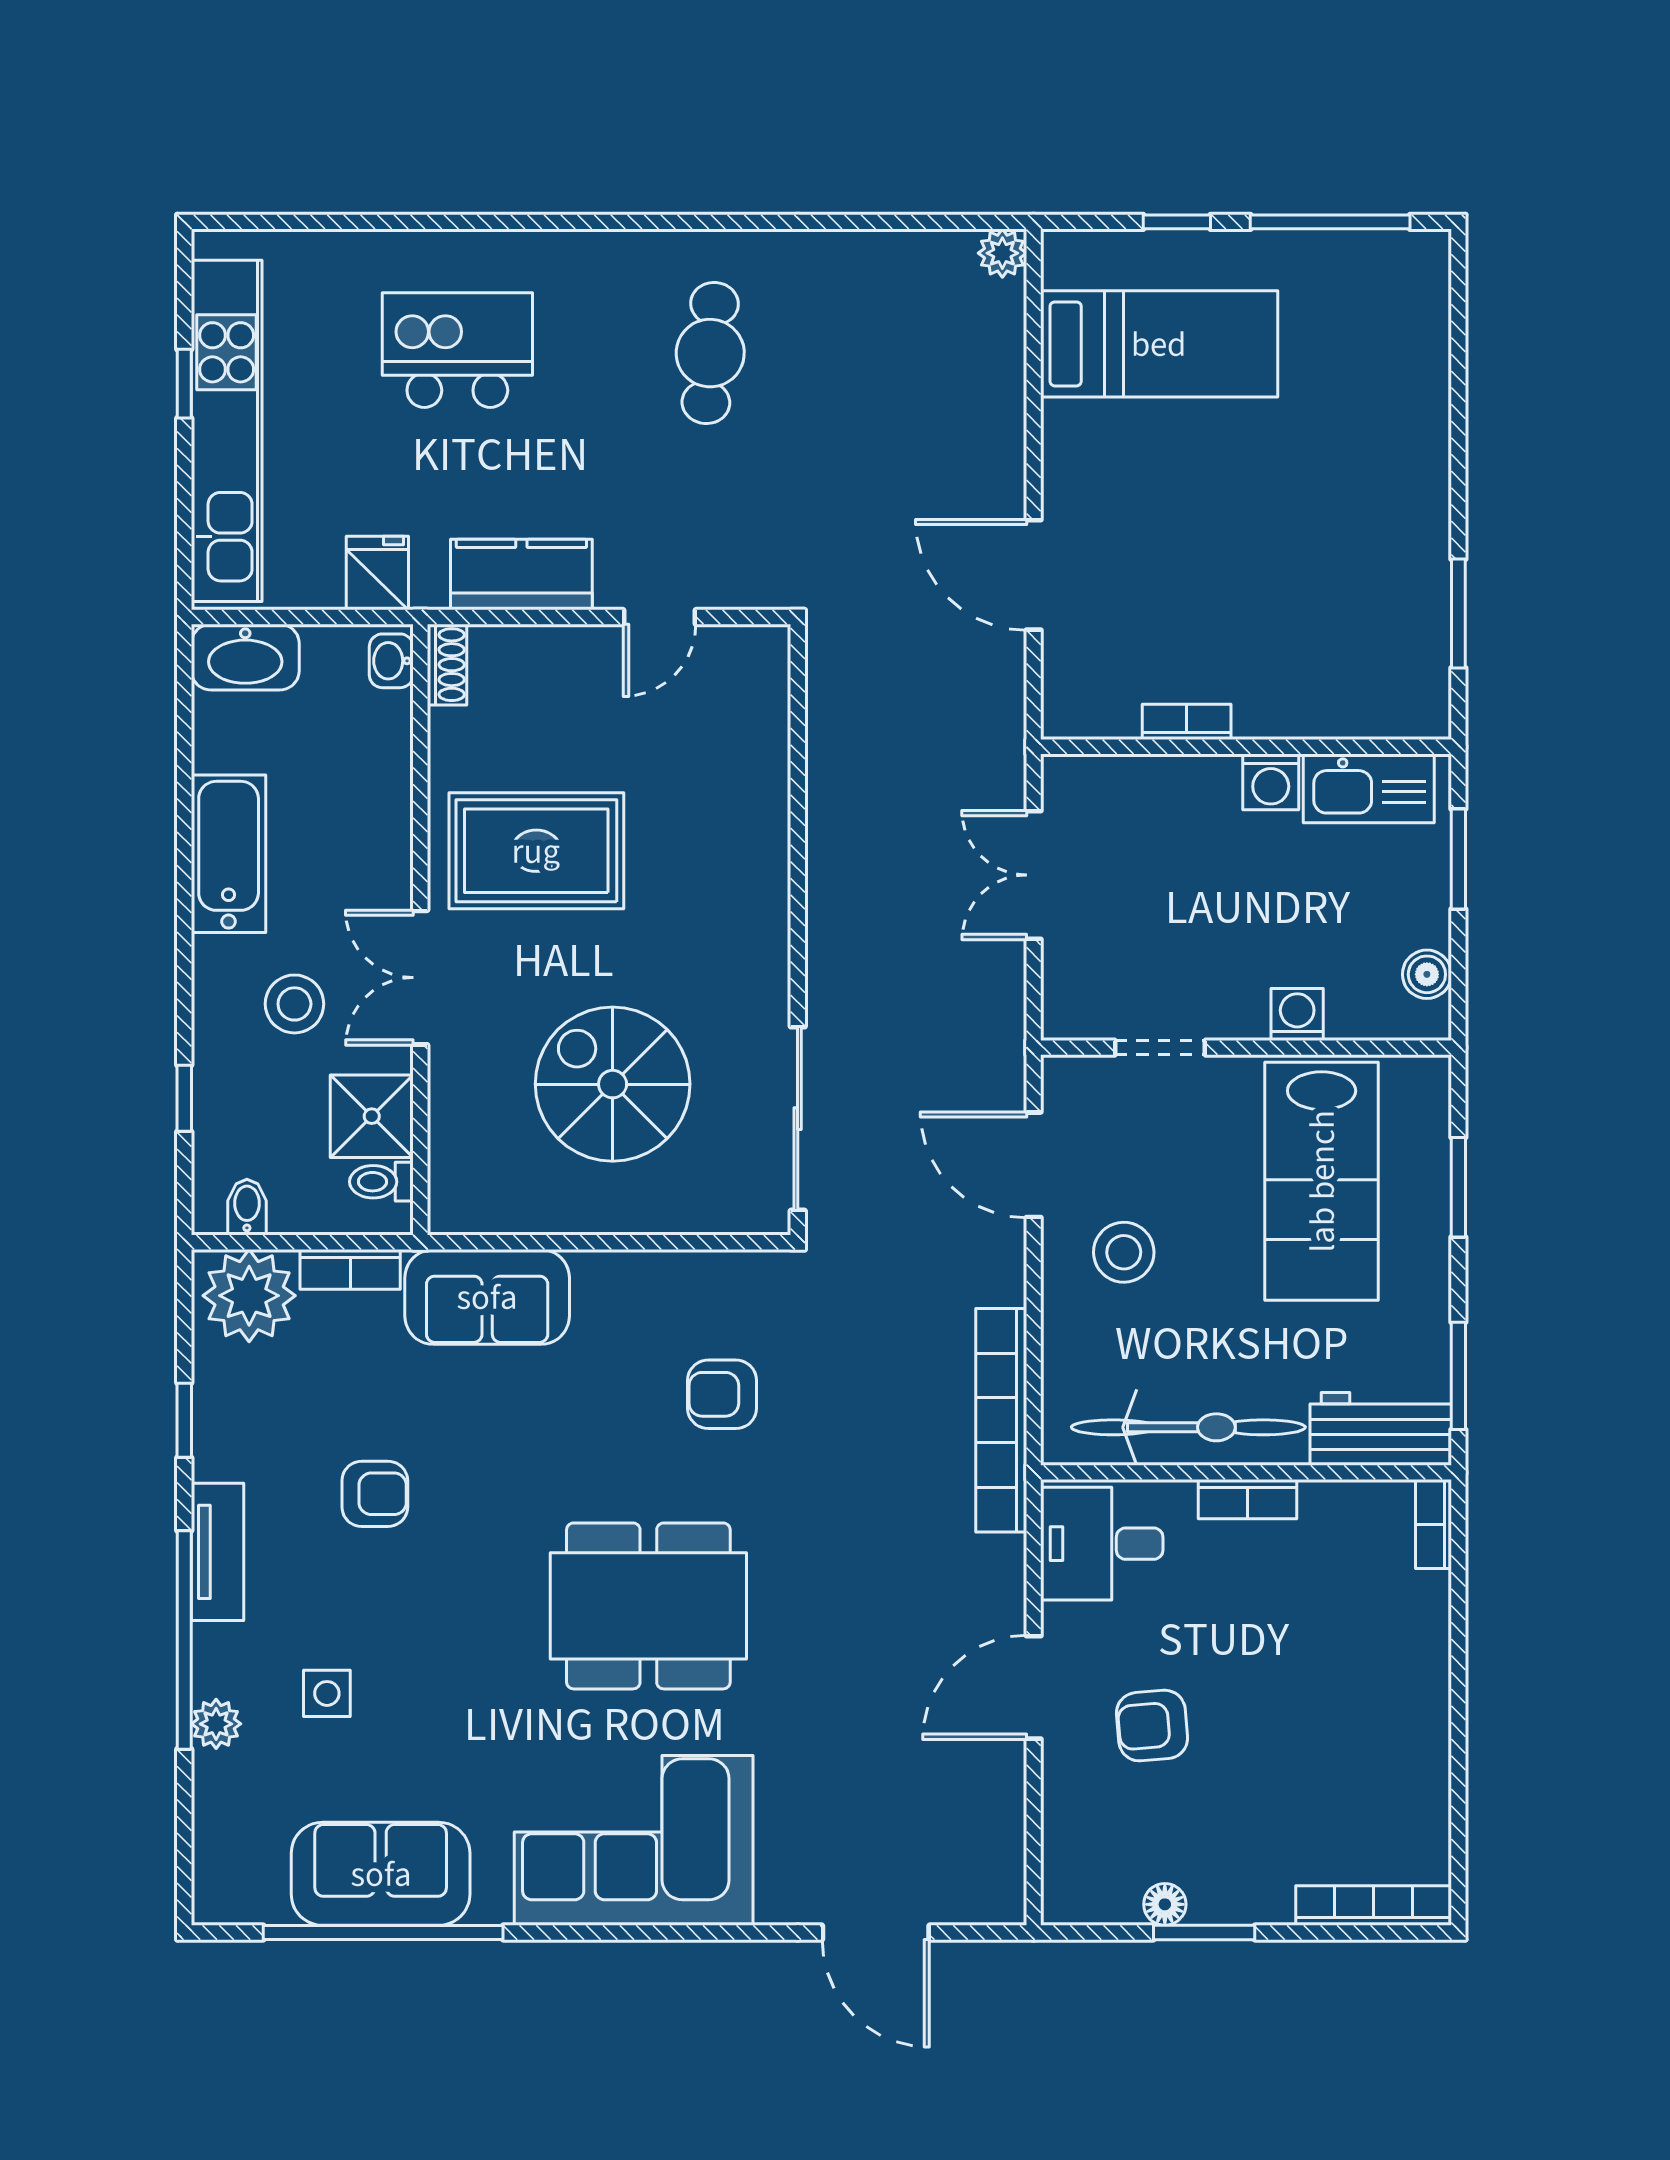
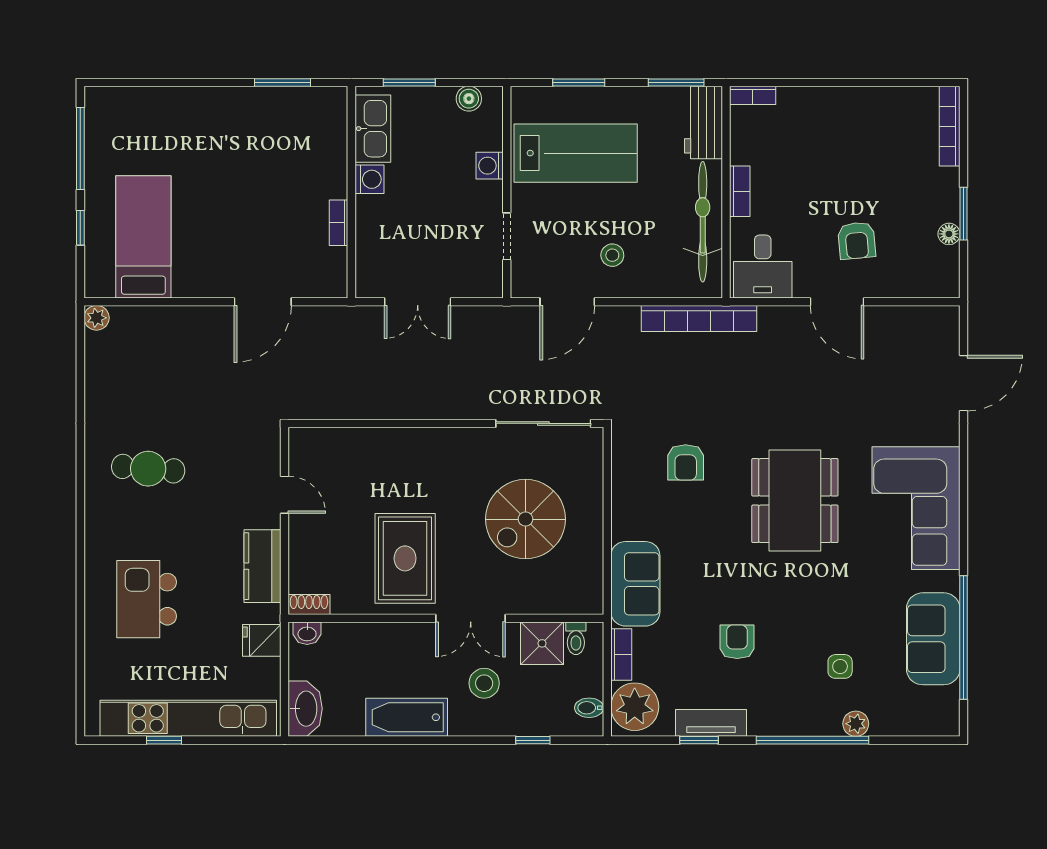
stool: (1124, 1252) -> (612, 255), width x0.73, depth x0.73
tv unit: (218, 1552) -> (711, 723), moved

